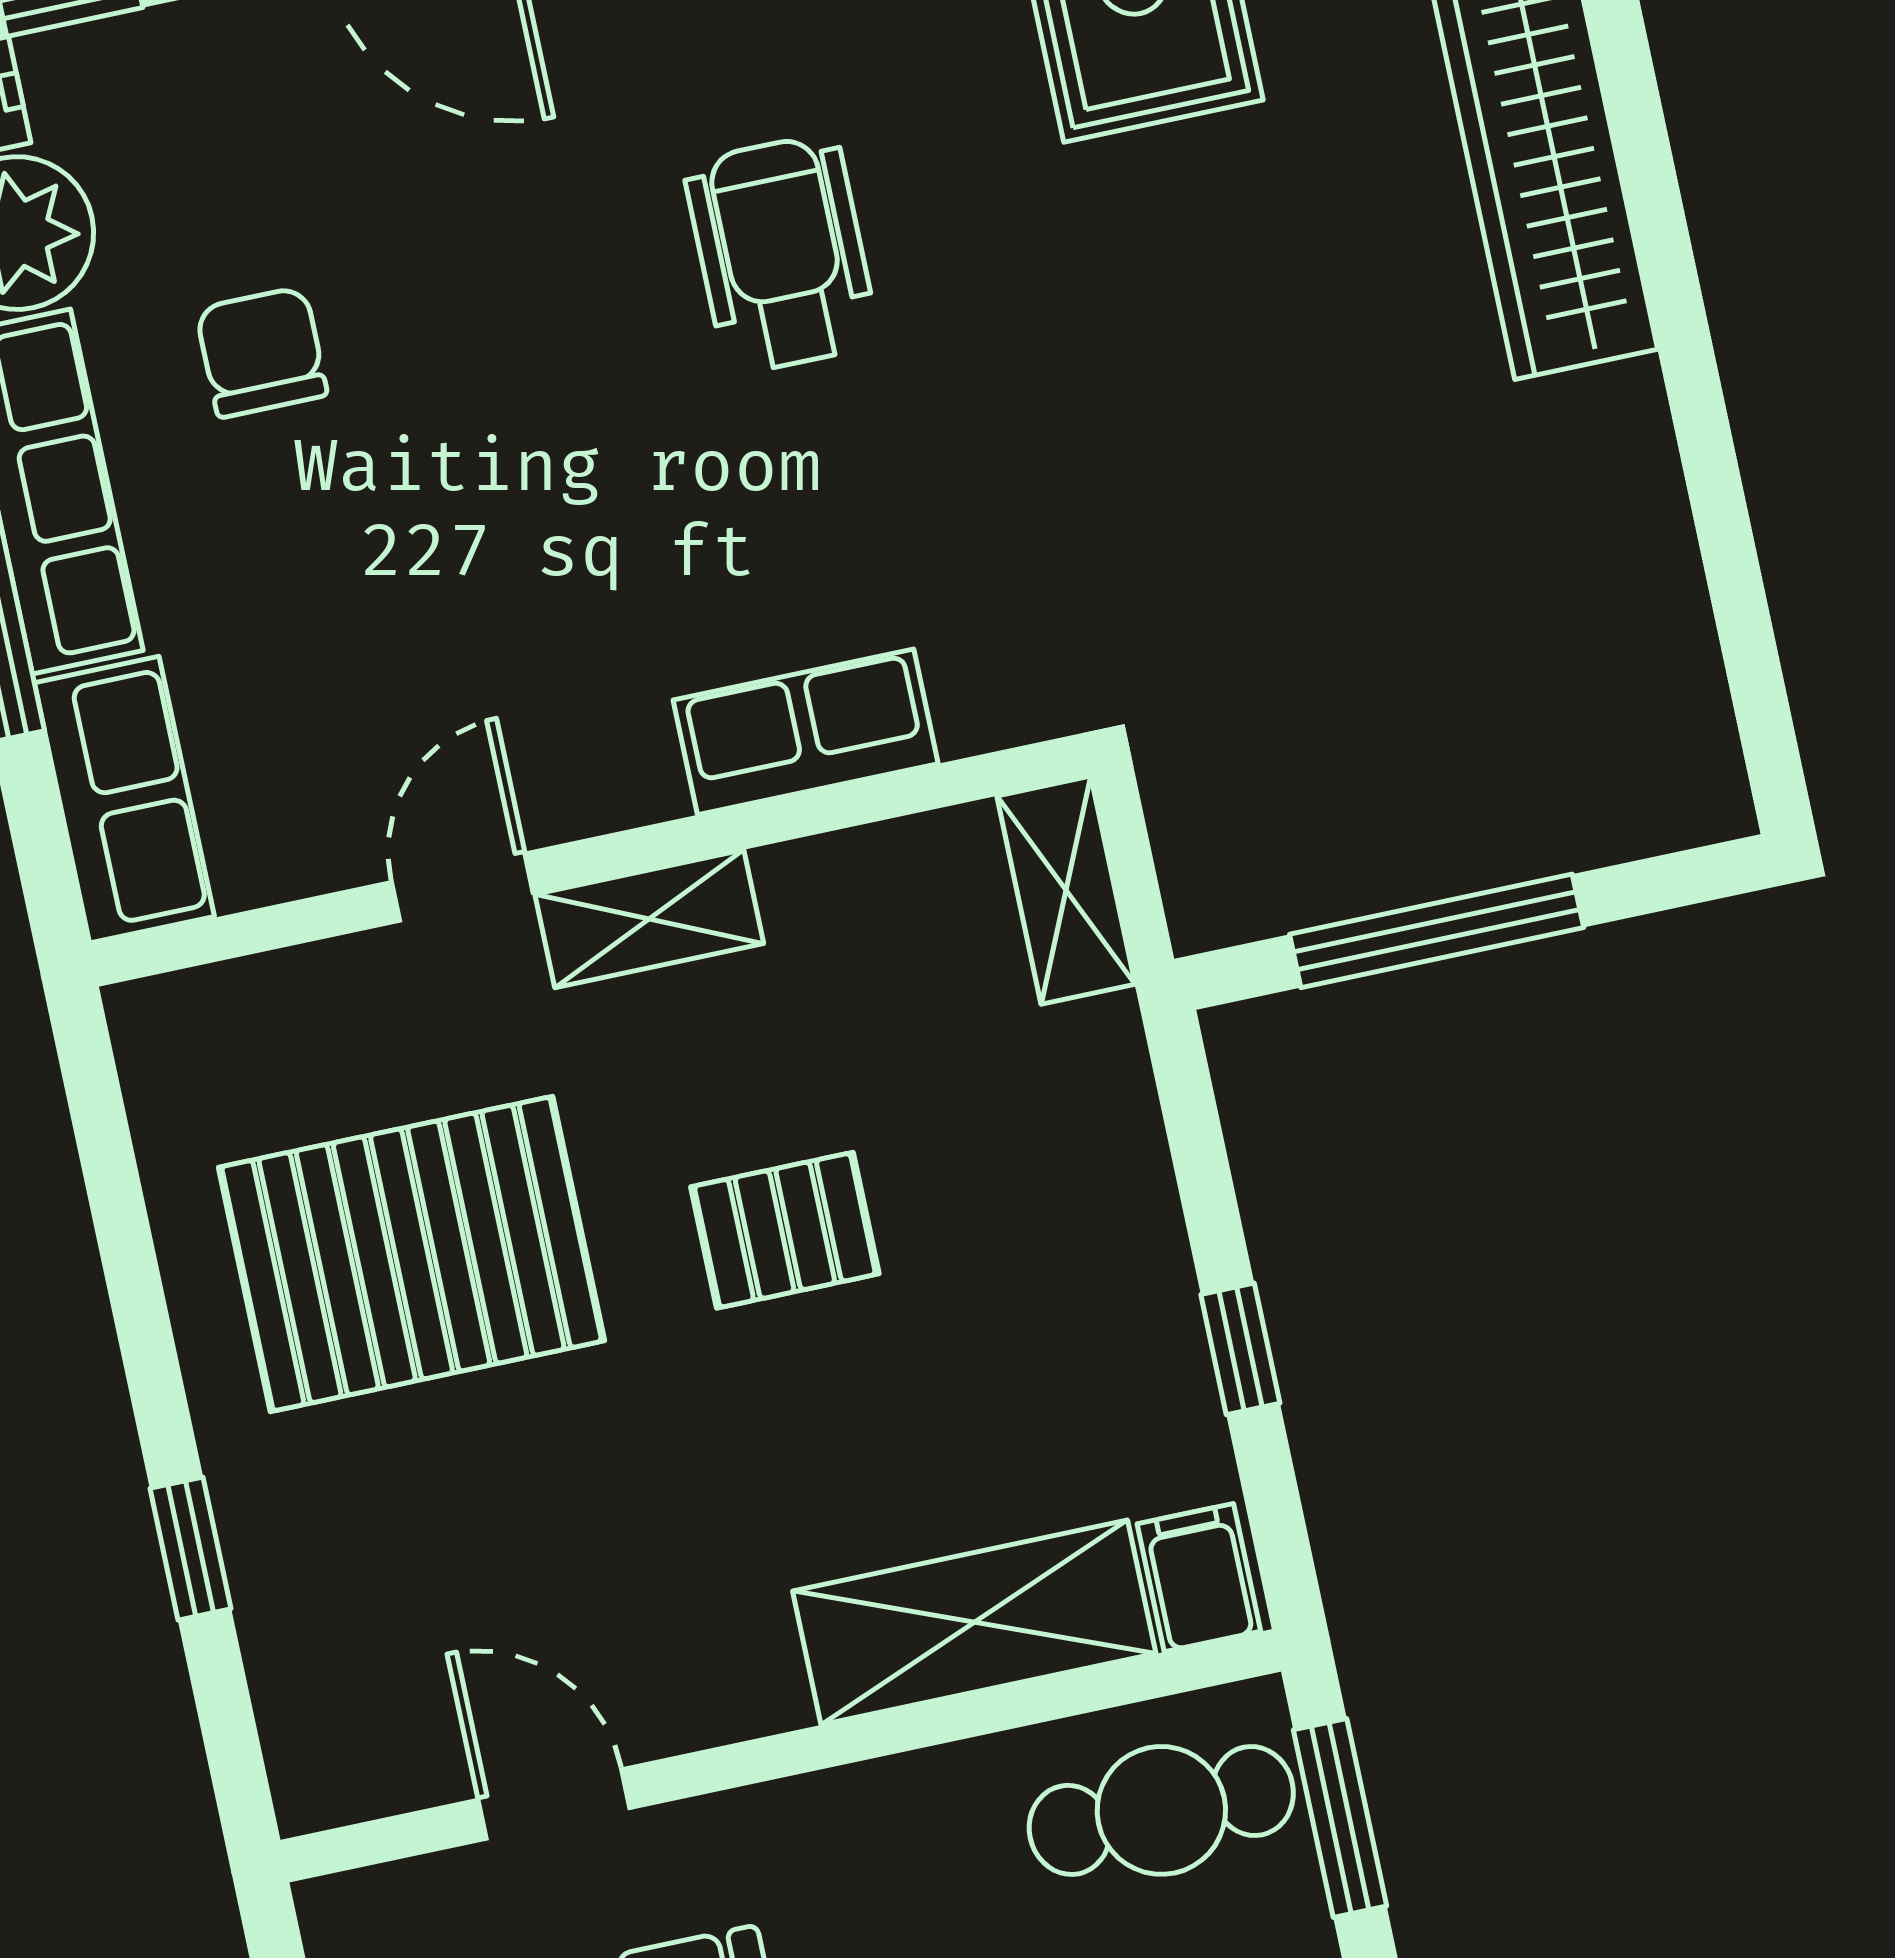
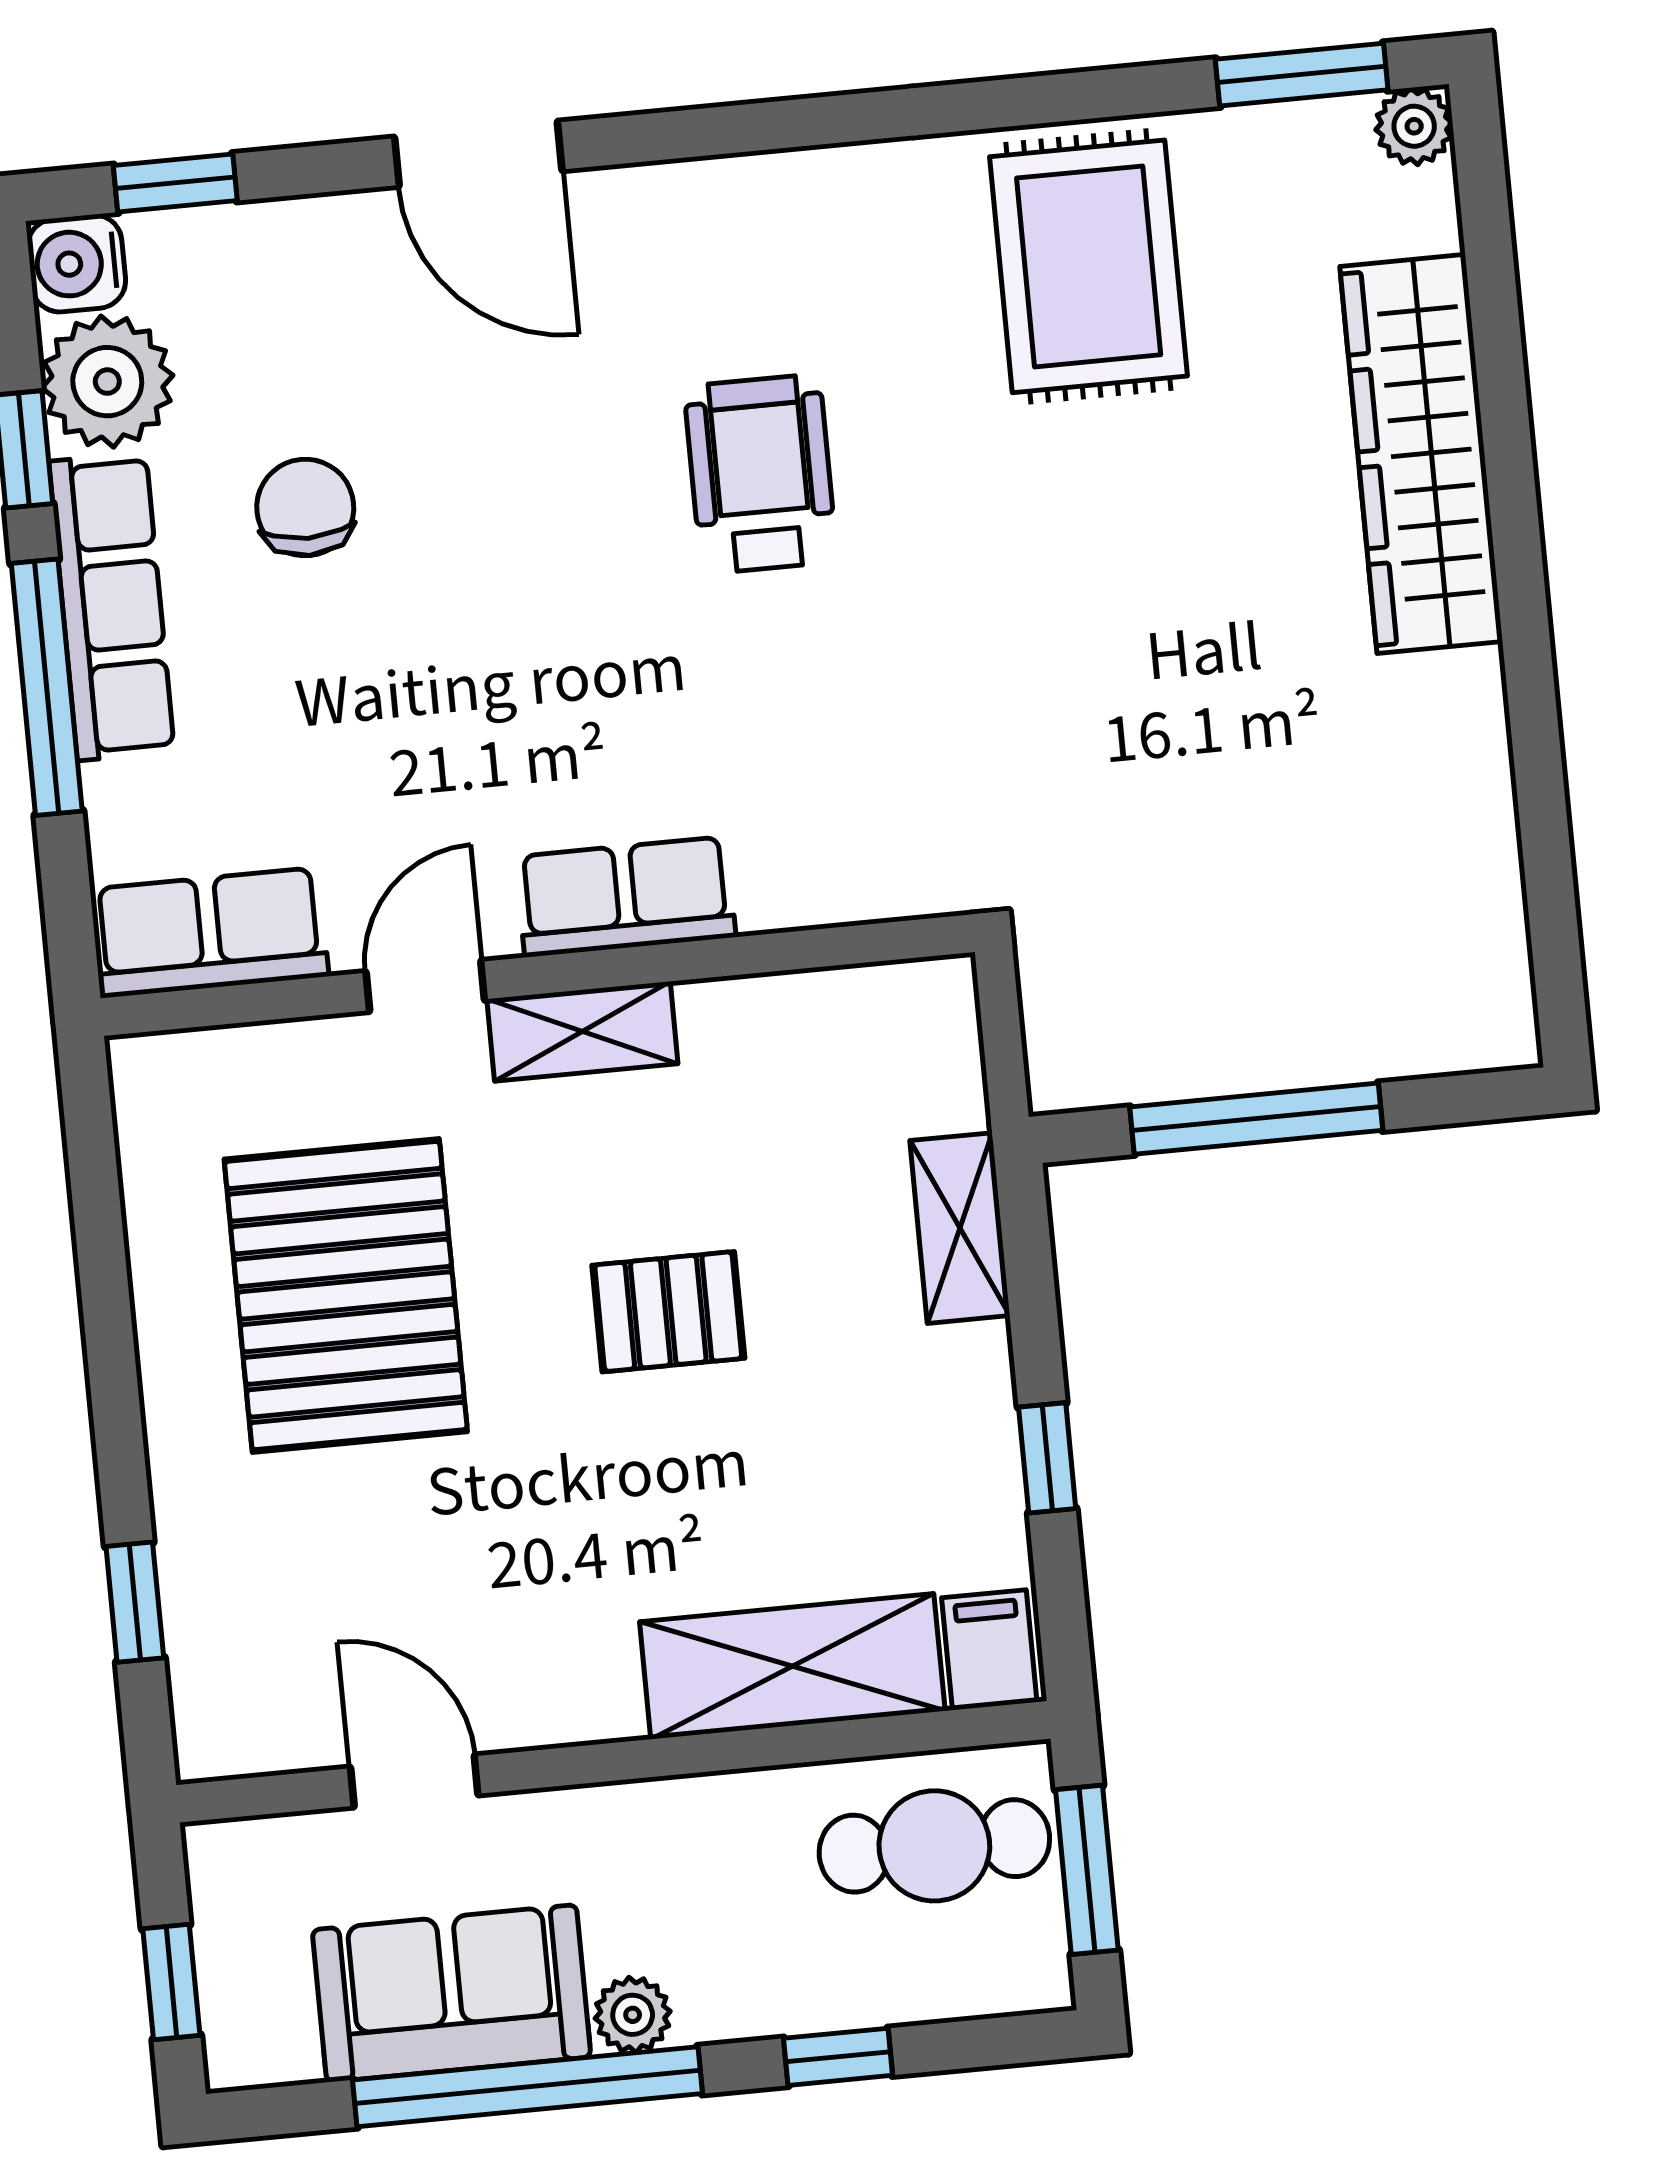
row of seats: (806, 732) -> (626, 897), moved
row of seats: (124, 800) -> (209, 933), moved, turned -90
shelving: (1066, 890) -> (960, 1228), moved
pallet: (412, 1254) -> (346, 1295), turned 90
window: (190, 1549) -> (135, 1602), moved

